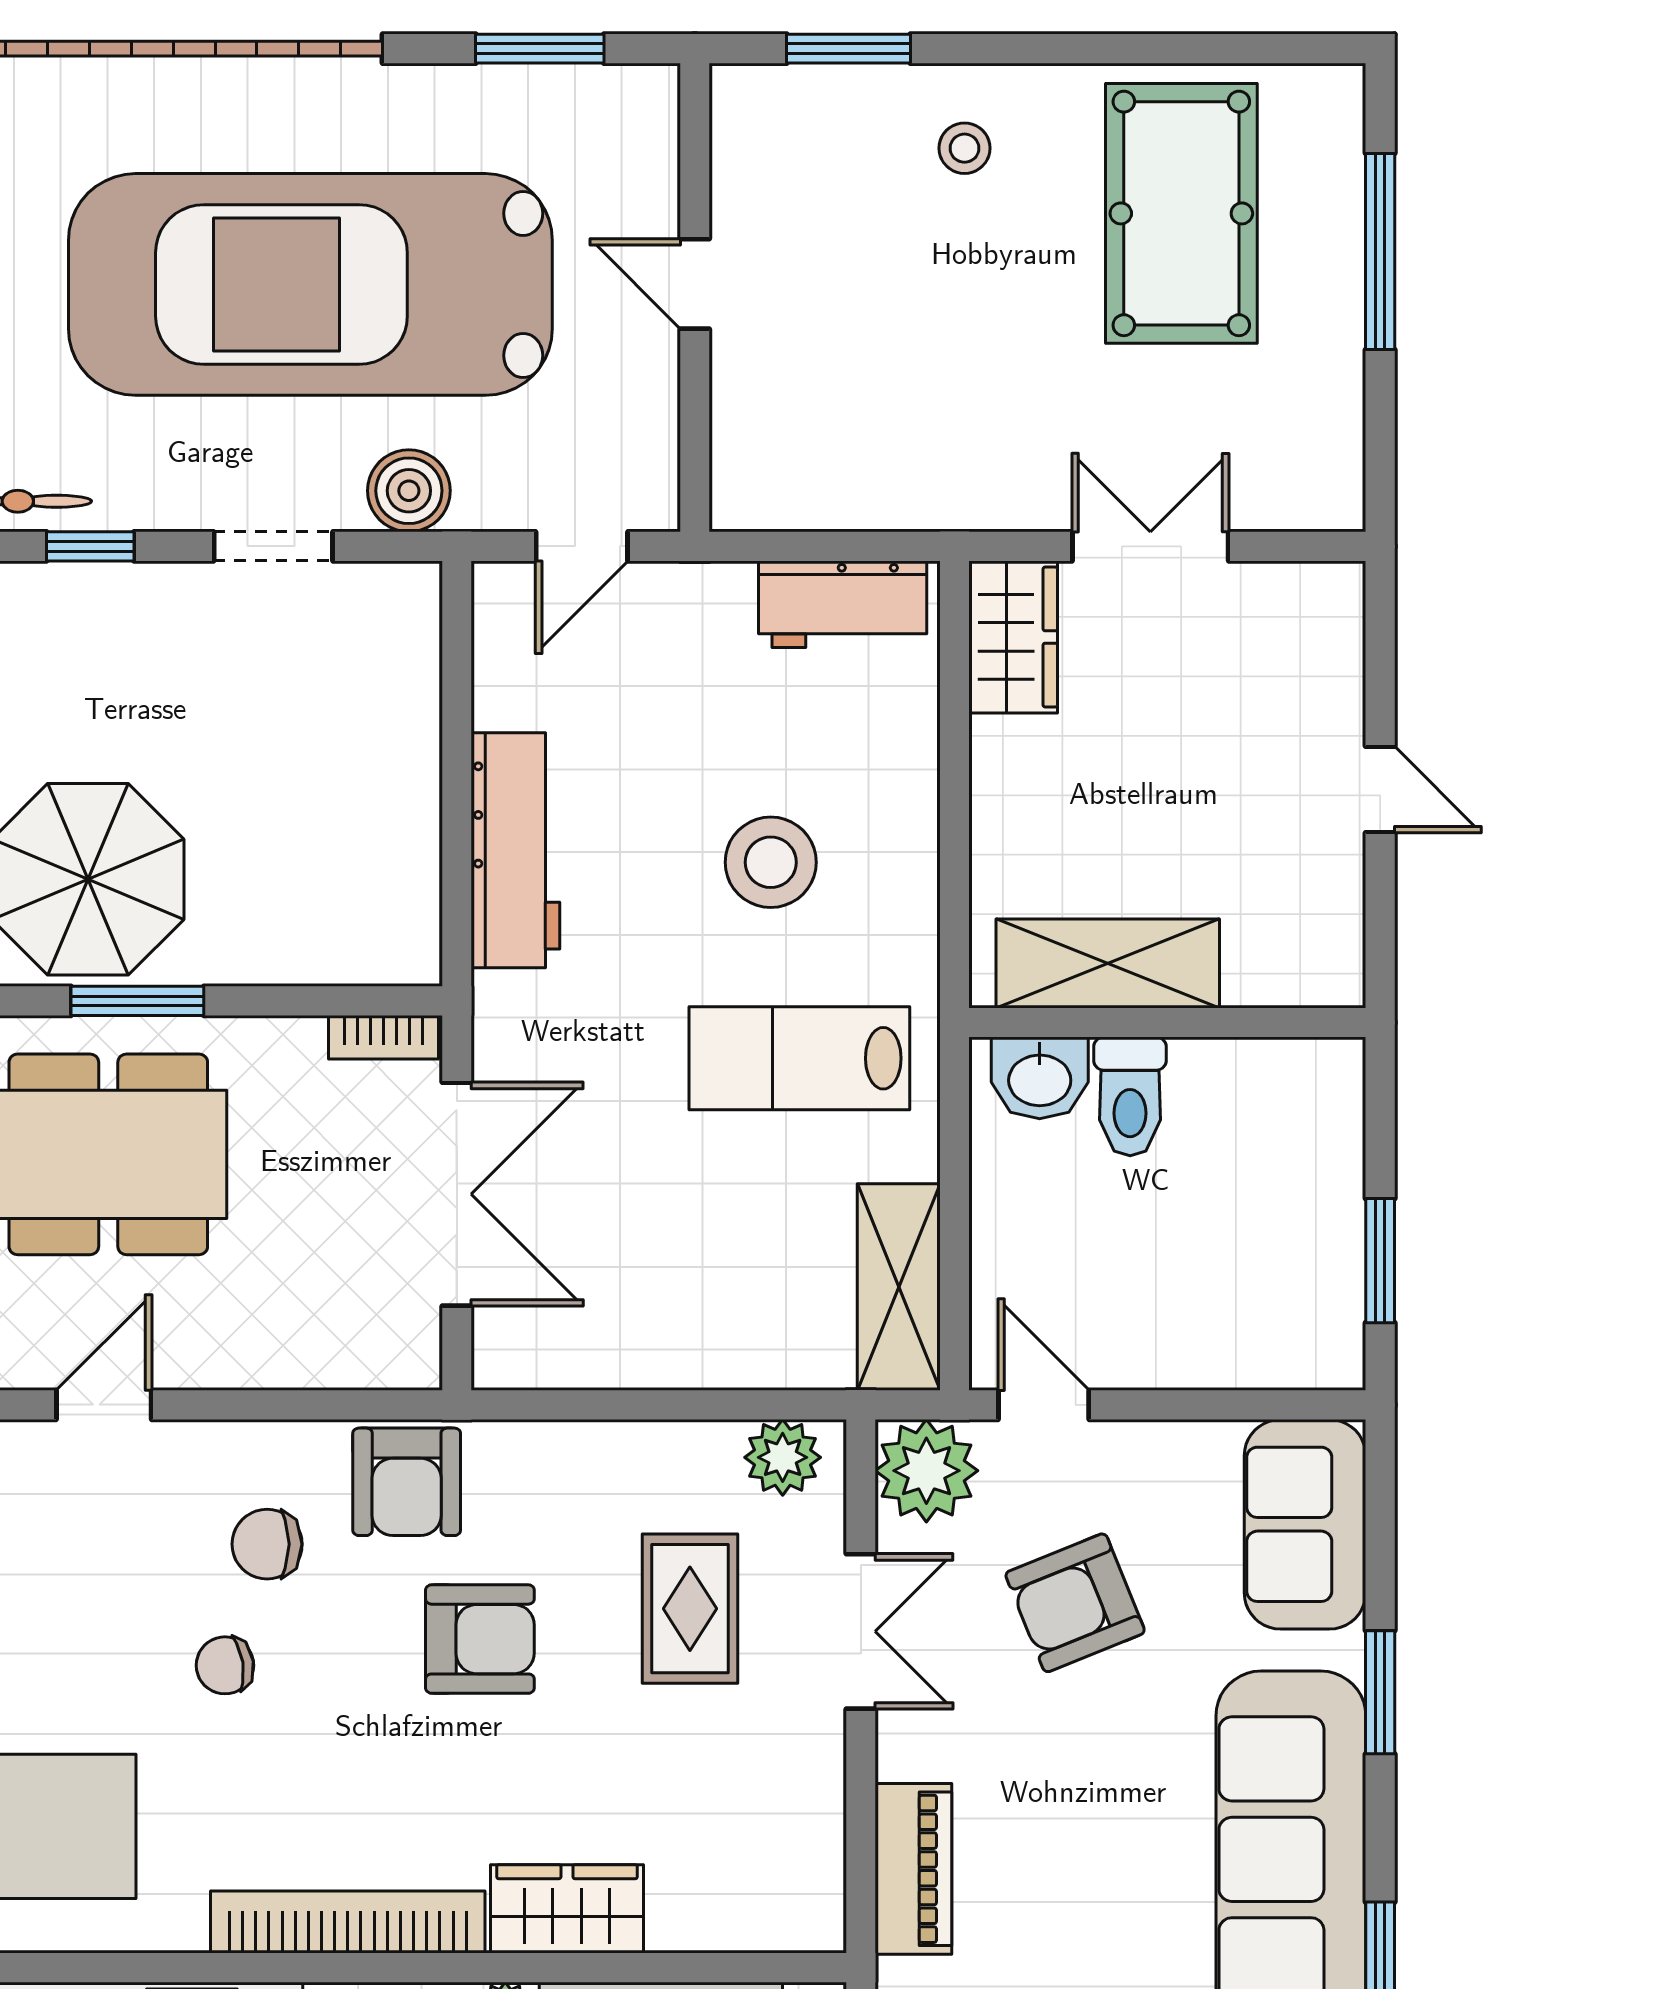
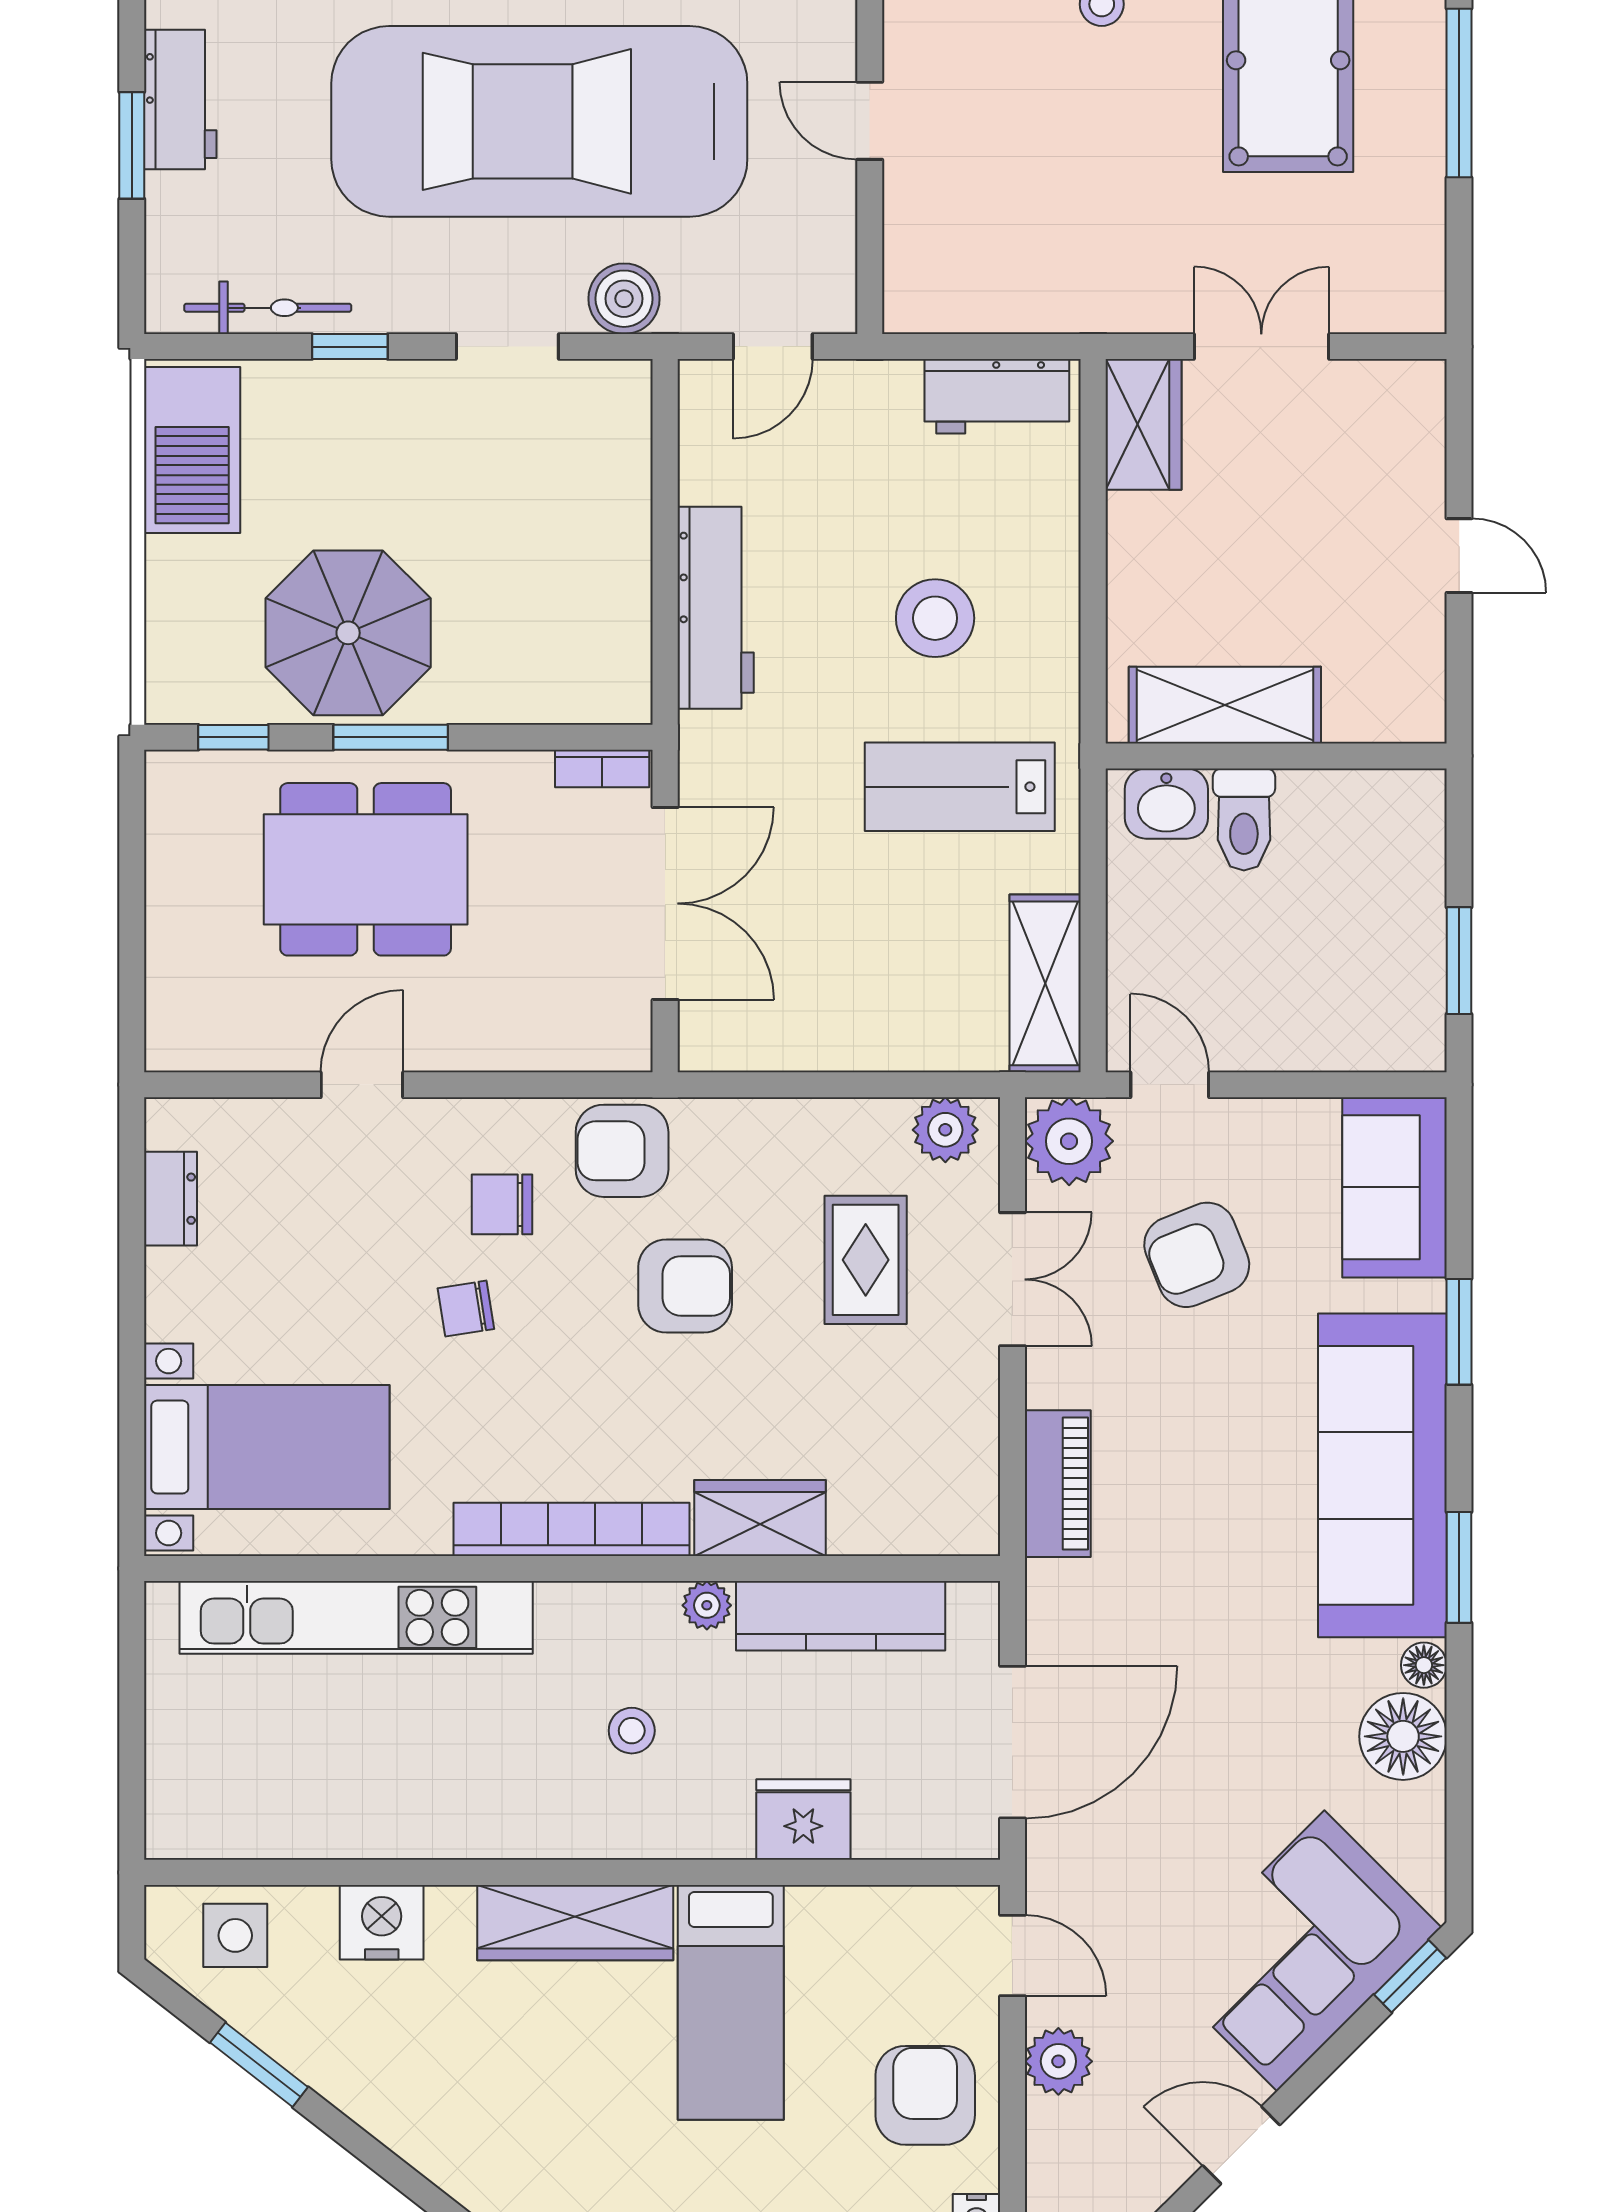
armchair: (407, 1482) -> (622, 1151), turned 90

